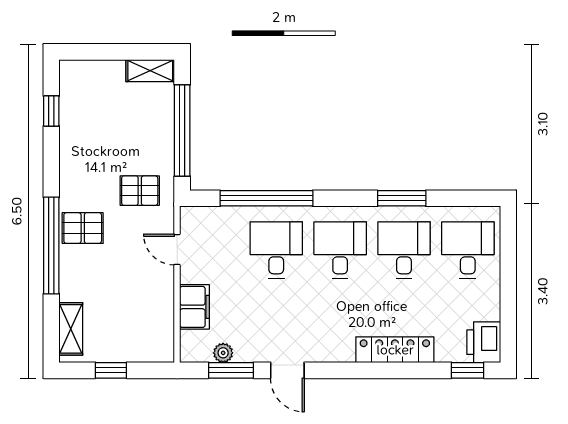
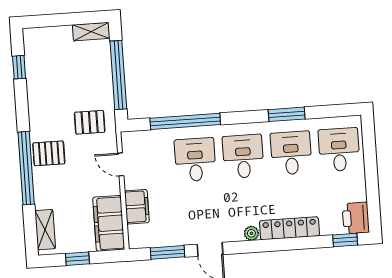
filing cabinet: (156, 326) -> (109, 223), added
plant: (223, 353) -> (251, 233), moved

